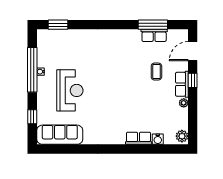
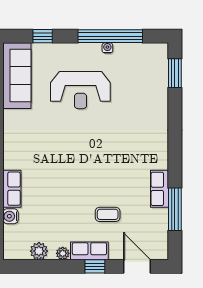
row of seats: (154, 35) -> (159, 189), moved
plant: (182, 136) -> (39, 251), moved

